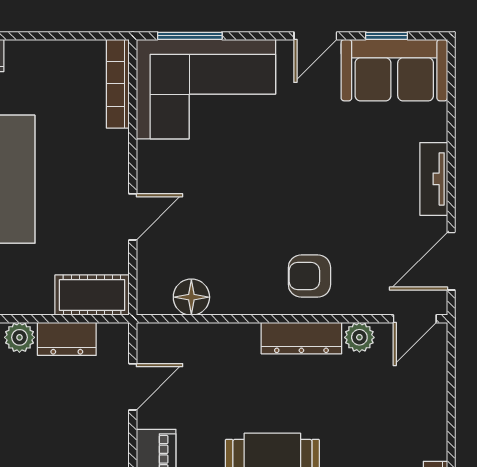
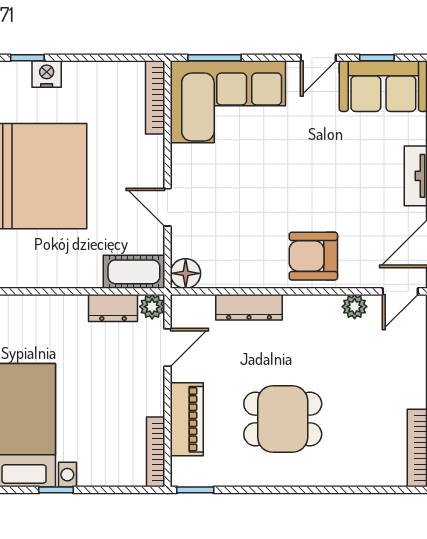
door: (133, 217) -> (167, 207), swing flipped
armchair: (309, 276) -> (313, 256), width x1.38, depth x1.38
floor lamp: (191, 297) -> (186, 273), moved
plant: (19, 337) -> (152, 307), moved
dresser: (301, 338) -> (249, 307), moved

